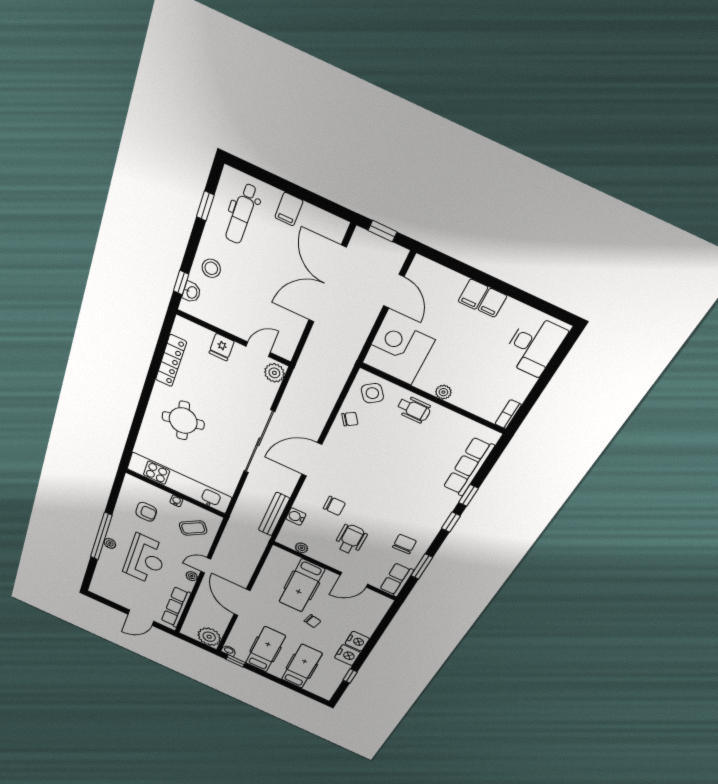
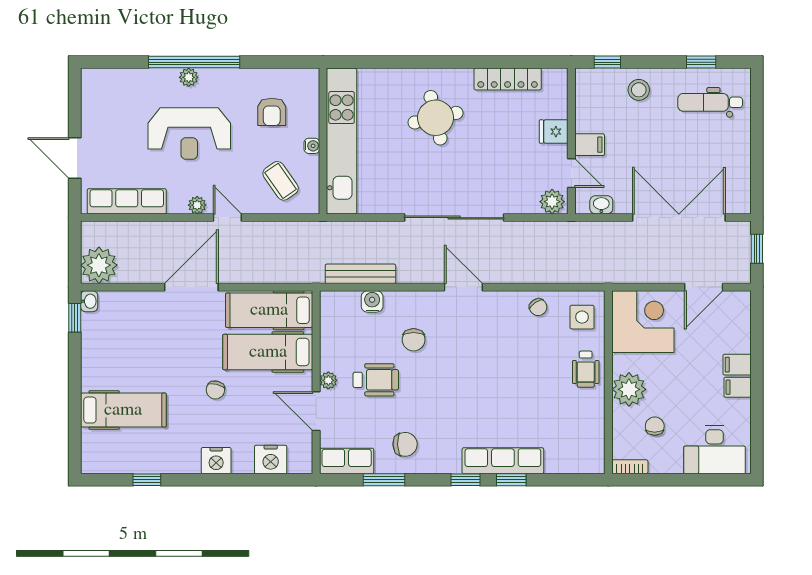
filing cabinet: (289, 209) -> (590, 145), moved, turned 180
washbasin: (192, 292) -> (601, 205), moved, turned 180
chair: (487, 382) -> (655, 426), added
plant: (443, 392) -> (629, 389), width x1.88, depth x1.88
side table: (372, 393) -> (582, 317), turned 37
door: (312, 459) -> (463, 287), width x0.73
row of seats: (469, 467) -> (503, 461), moved
plant: (301, 548) -> (328, 380), moved
hospital bed: (265, 649) -> (269, 310), moved, turned 180
nightstand: (347, 655) -> (271, 460), moved

